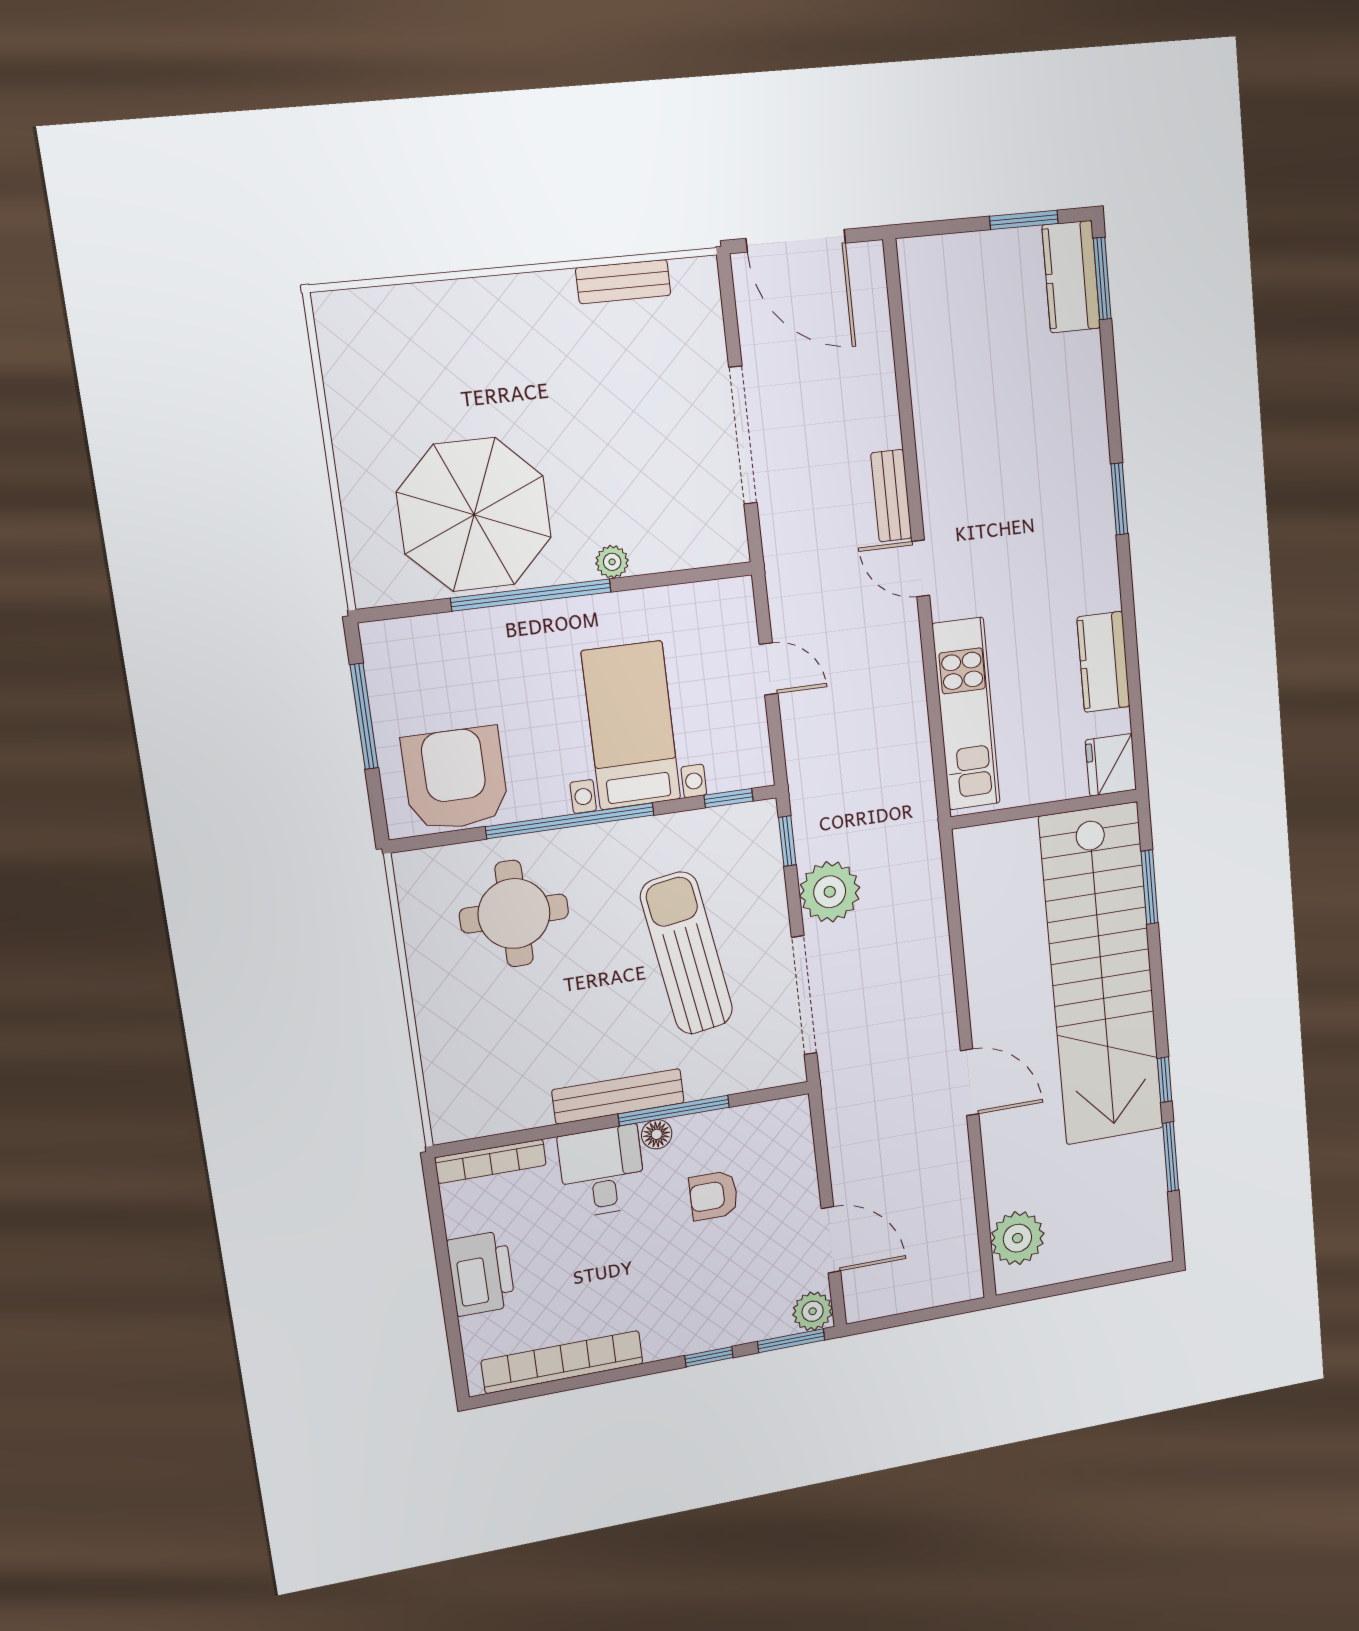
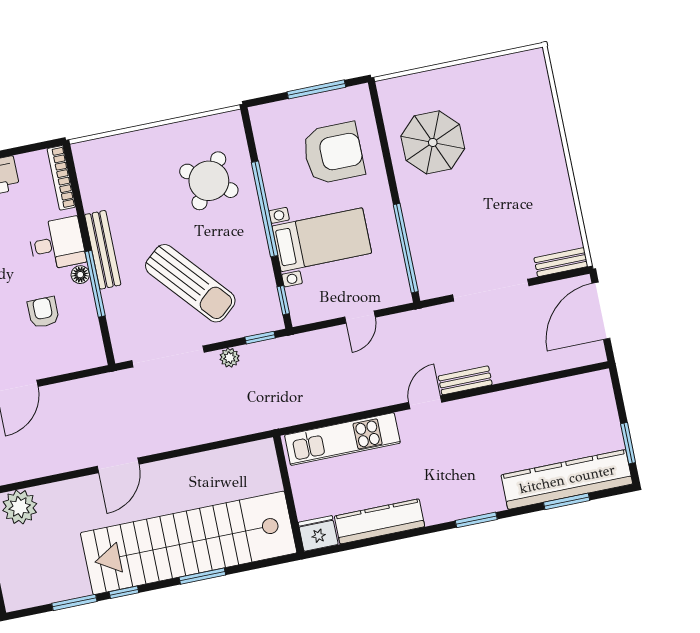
kitchen counter: (1071, 277) -> (567, 479), width x2.08, depth x1.17
window: (1102, 279) -> (567, 501), moved
bench: (623, 282) -> (561, 262), moved, turned 90
parasol: (474, 515) -> (433, 142), width x0.73, depth x0.73
plant: (612, 562) -> (413, 221), removed
window: (531, 595) -> (406, 248), moved
kitchen counter: (1104, 662) -> (380, 521), width x1.50
armchair: (455, 779) -> (333, 153), moved
window: (1150, 887) -> (202, 576), moved
plant: (830, 892) -> (230, 358), width x0.53, depth x0.53
round table: (514, 914) -> (209, 181), turned 35
sun lounger: (687, 953) -> (190, 283), turned 58

